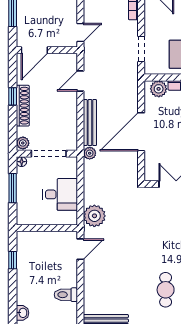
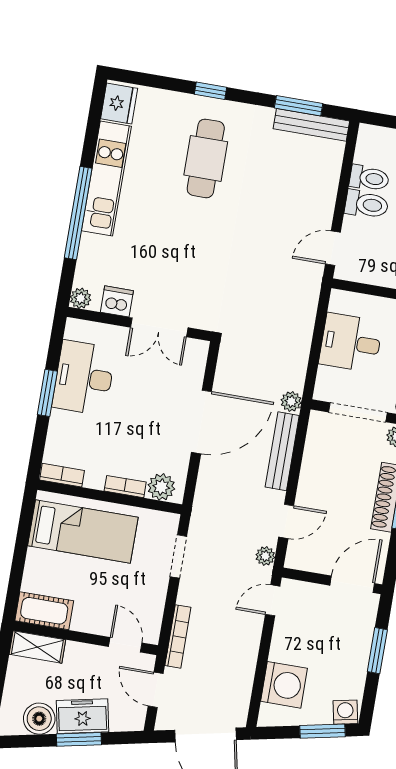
plant: (94, 216) -> (265, 556), moved, width x0.53, depth x0.53
toilet: (65, 279) -> (367, 204), added
cafe table: (166, 290) -> (206, 158), width x1.37, depth x1.35

